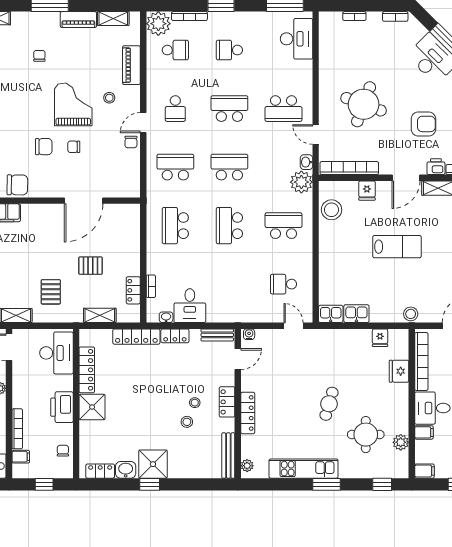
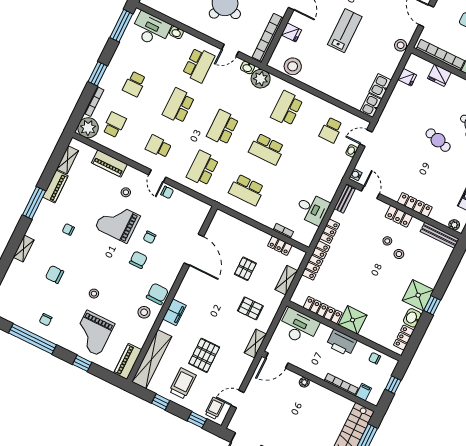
washbasin: (307, 68) -> (176, 32), added
school desk: (175, 109) -> (158, 147), turned 180
washbasin: (166, 317) -> (352, 151), moved

